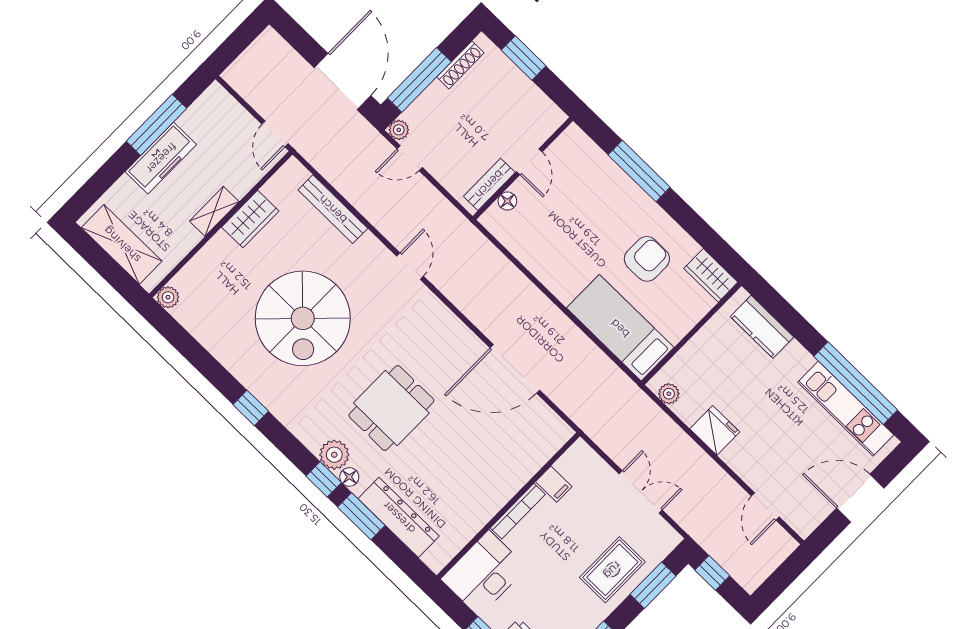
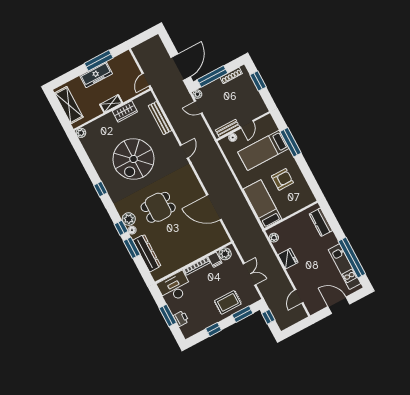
bed: (584, 208) -> (263, 150), added
wardrobe: (711, 275) -> (306, 194), removed
plant: (572, 464) -> (225, 254), added

